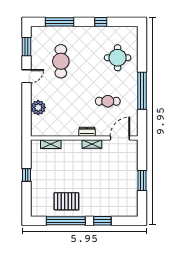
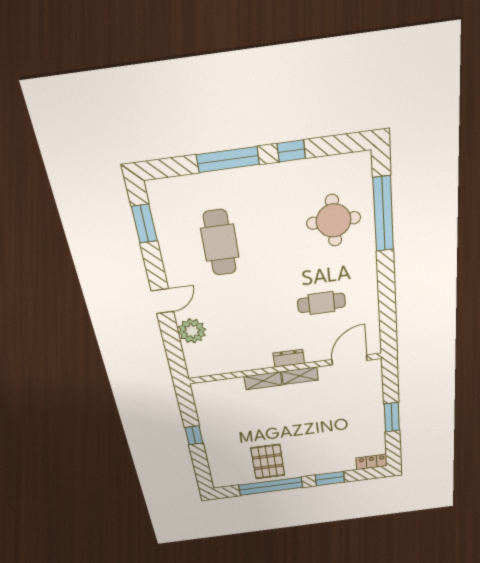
window: (59, 22) -> (228, 160), moved
door: (27, 76) -> (163, 301), moved
window: (142, 91) -> (383, 214), moved
shelving: (51, 144) -> (263, 381), moved
pallet: (66, 201) -> (268, 462), turned 90
locker: (129, 212) -> (372, 462), added

